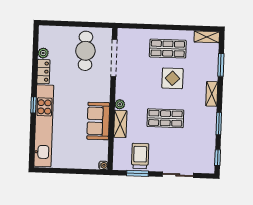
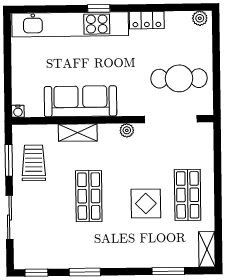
plant: (43, 53) -> (200, 18), moved
shelving: (212, 94) -> (126, 260), removed
plant: (120, 104) -> (127, 130), moved
sofa: (98, 121) -> (80, 101), width x1.36
trolley: (140, 156) -> (34, 163), turned -90

